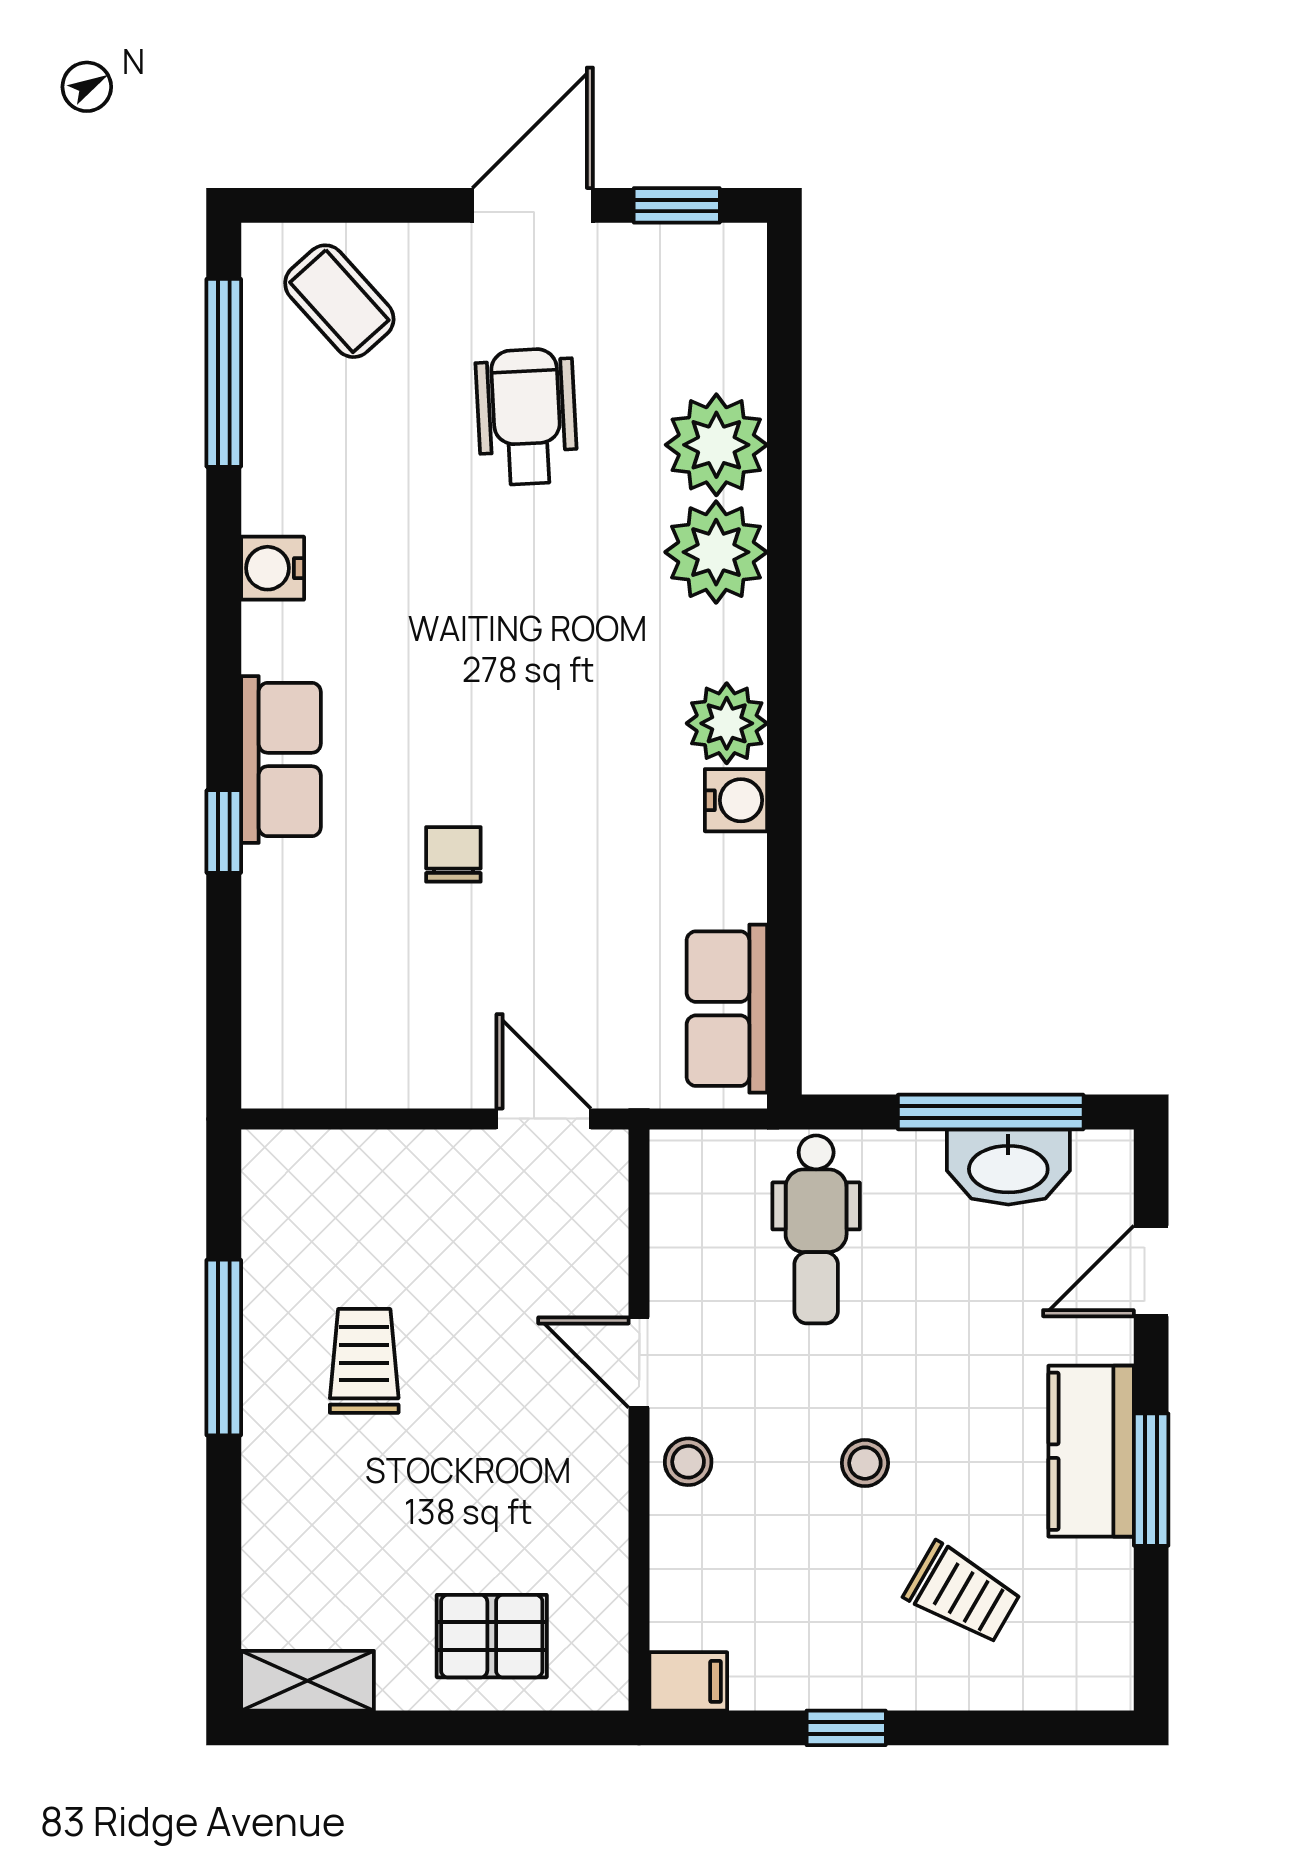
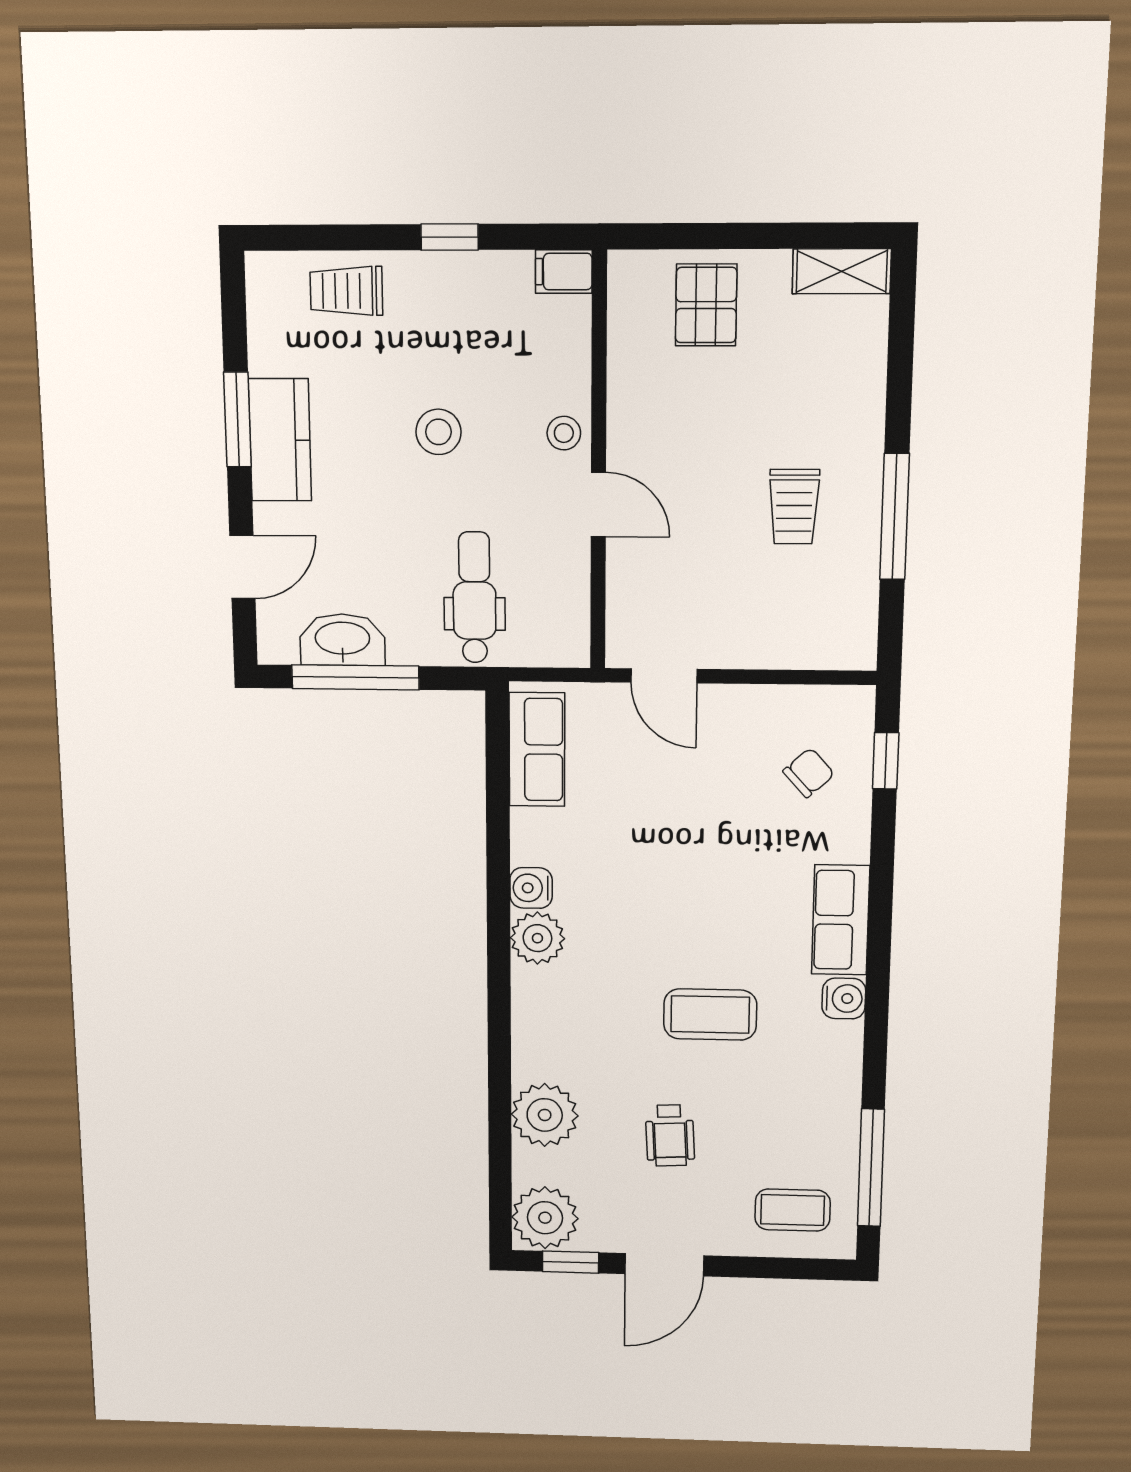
coffee table: (339, 301) -> (793, 1210), turned -48
wheelchair: (527, 417) -> (670, 1135), width x0.73, depth x0.73
plant: (716, 552) -> (545, 1218), moved
water cooler: (273, 568) -> (844, 998), moved
coffee table: (469, 610) -> (710, 1015), added
window: (224, 832) -> (886, 761), moved
chair: (453, 854) -> (809, 773), moved, turned -132
stool: (865, 1463) -> (438, 432), width x1.37, depth x1.37
trolley: (962, 1593) -> (346, 291), moved, turned -30
pallet: (492, 1636) -> (706, 305), turned 90

